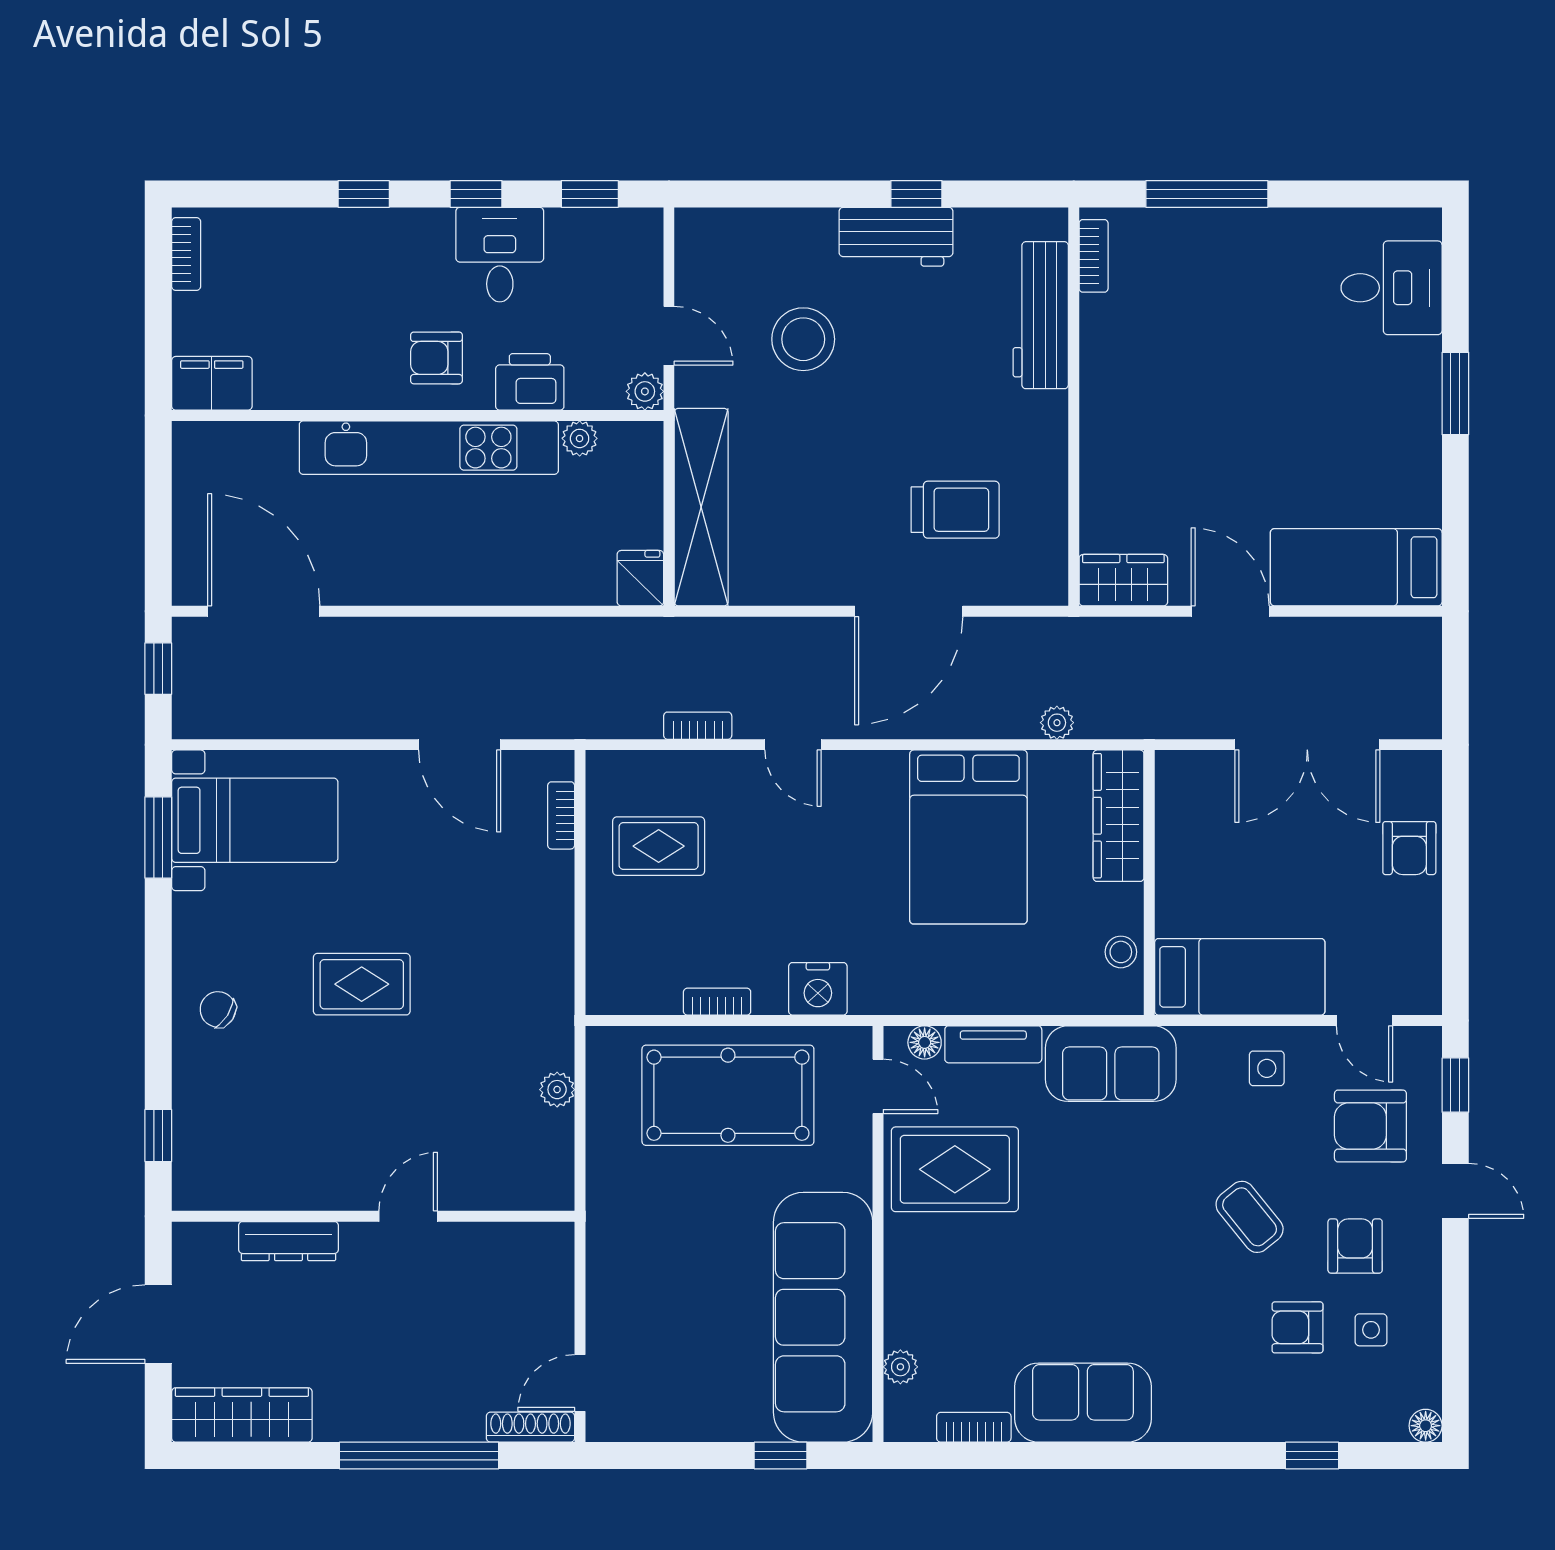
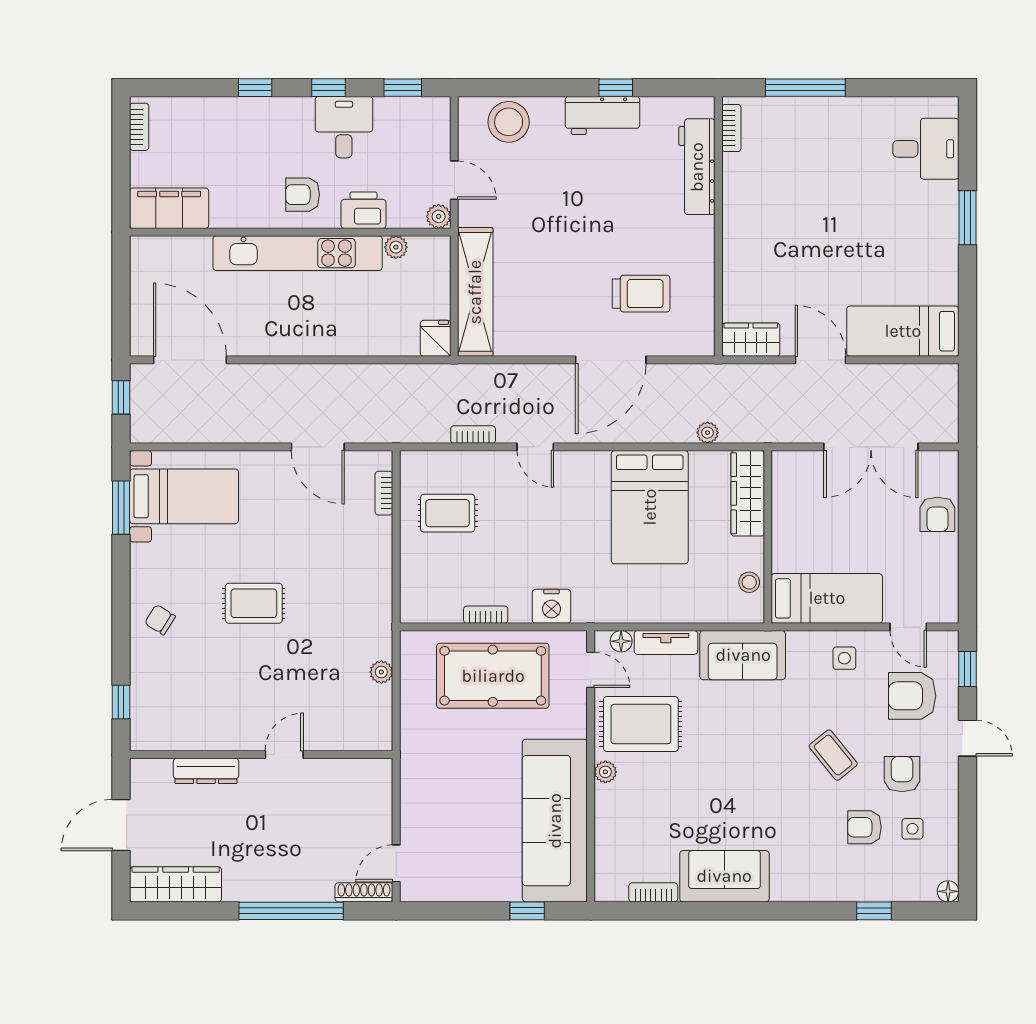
stool: (803, 339) -> (509, 122), moved
filing cabinet: (212, 383) -> (169, 208), width x1.50, depth x1.17
plant: (900, 1367) -> (605, 772), moved

